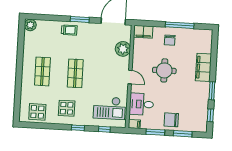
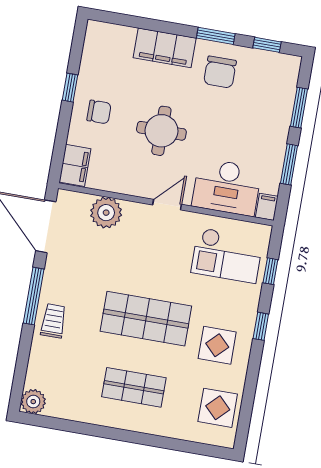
window: (80, 19) -> (34, 296), width x1.44
window: (180, 25) -> (70, 88), width x0.46
shop shelf: (75, 73) -> (146, 319), width x1.43, depth x1.36
desk: (141, 104) -> (227, 187), width x1.37
checkout: (109, 108) -> (227, 255), turned 90
chair: (171, 120) -> (220, 72), moved

